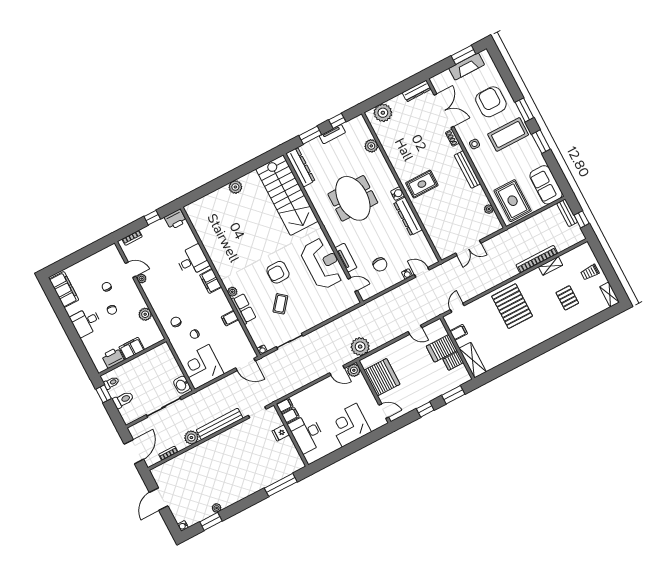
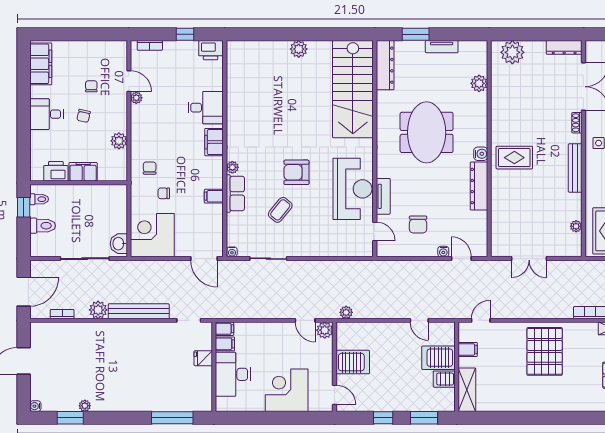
window: (337, 121) -> (455, 34), removed
plant: (360, 347) -> (346, 312), width x0.53, depth x0.53
server rack: (382, 377) -> (353, 362), width x0.63

